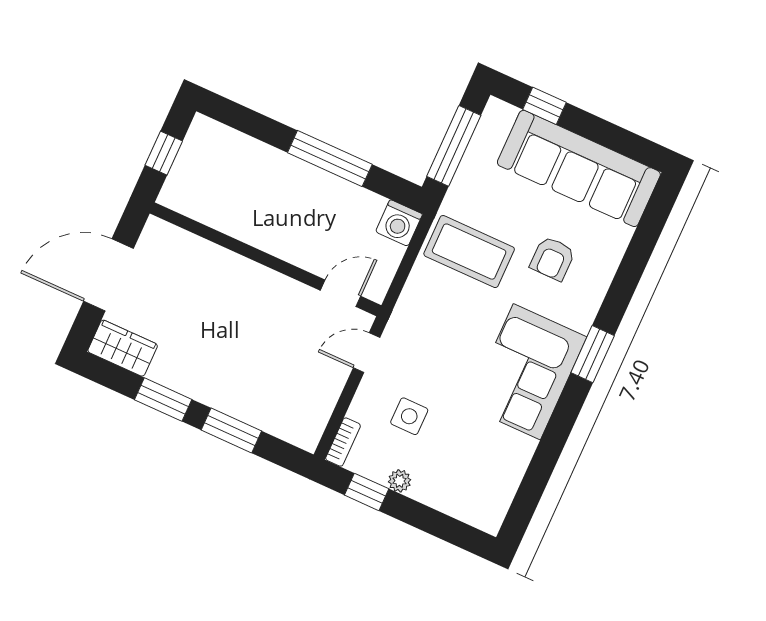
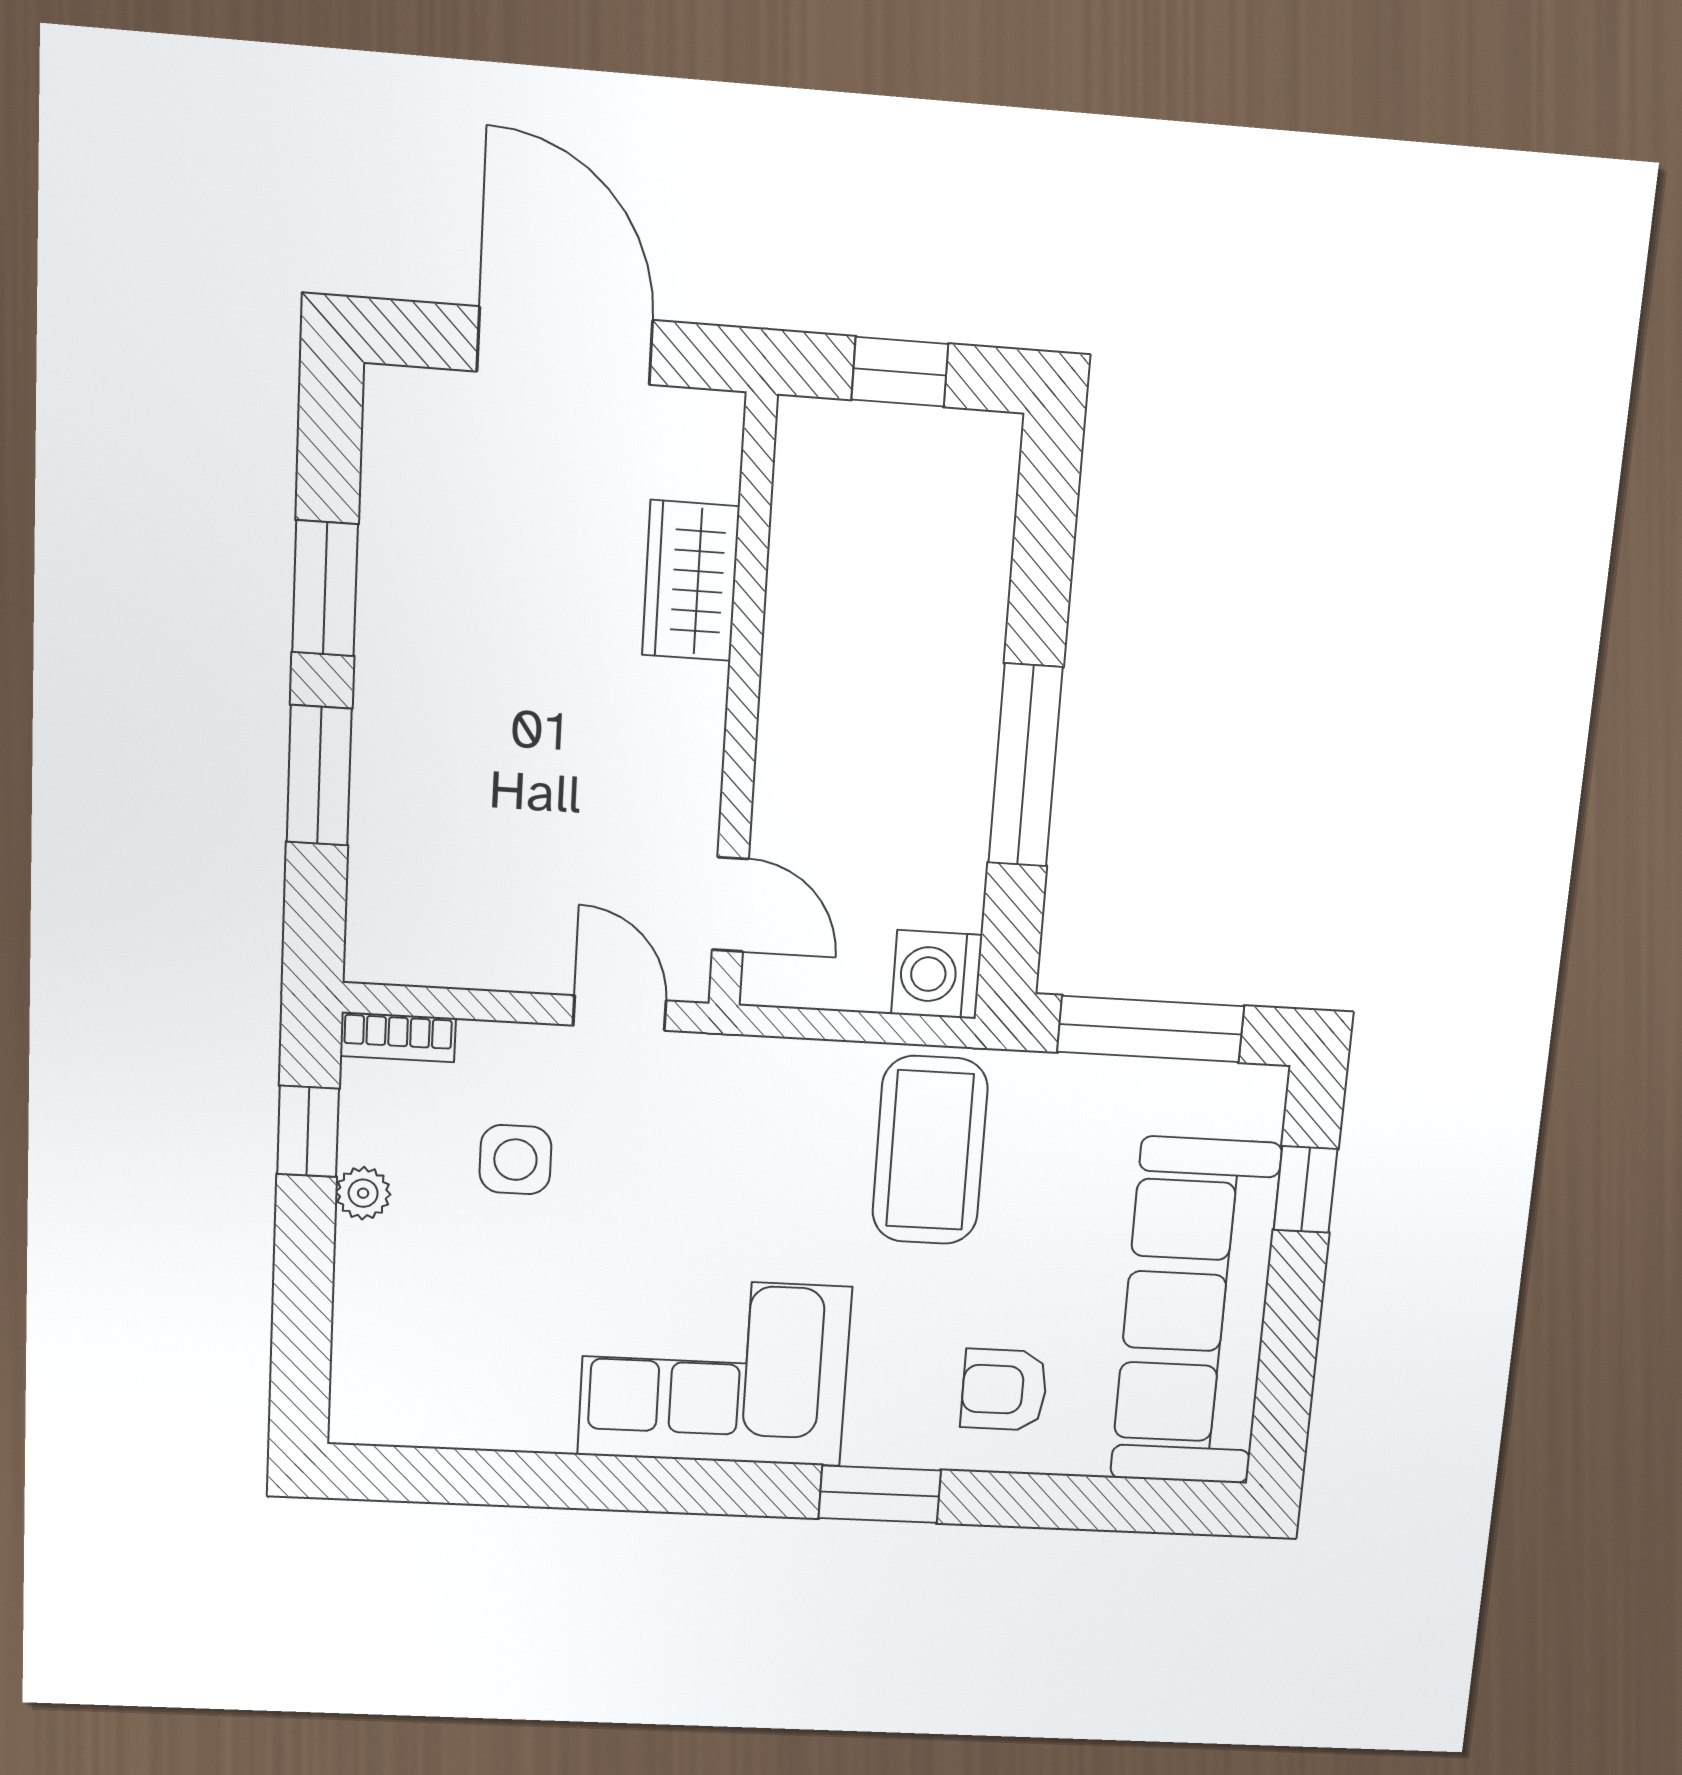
armchair: (552, 259) -> (1004, 1390), moved
wardrobe: (123, 348) -> (691, 581), moved, turned 180
window: (593, 354) -> (880, 1494), moved

